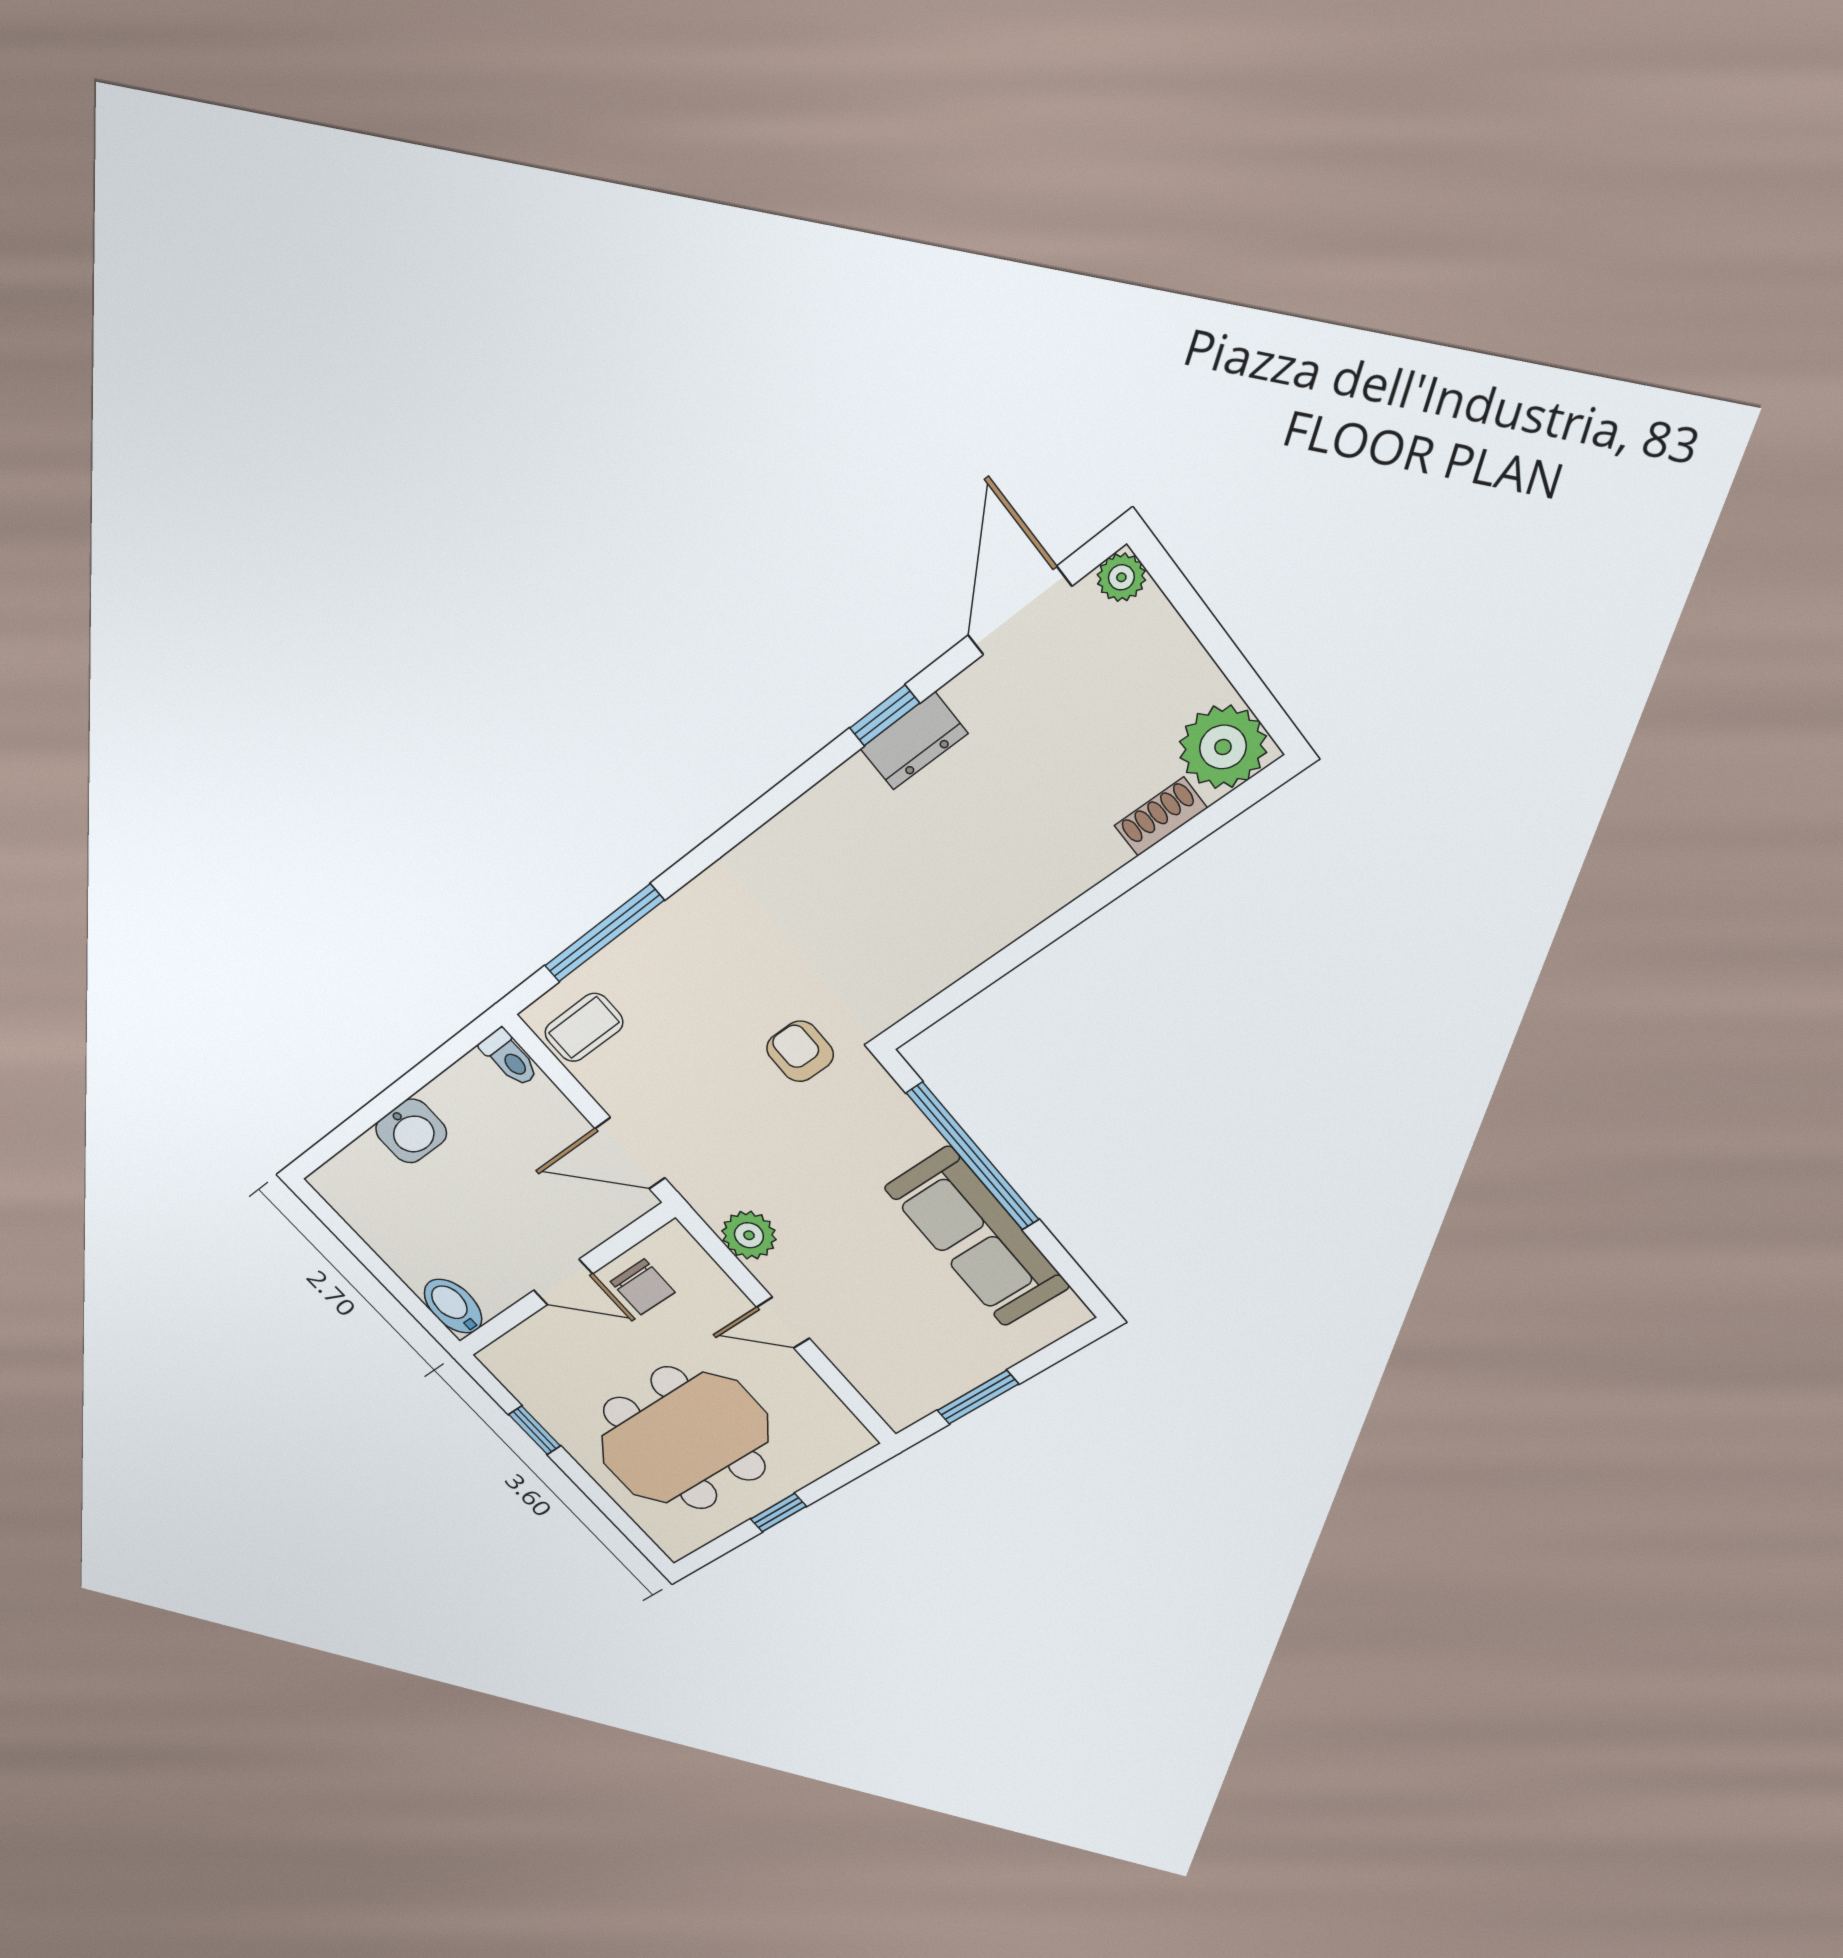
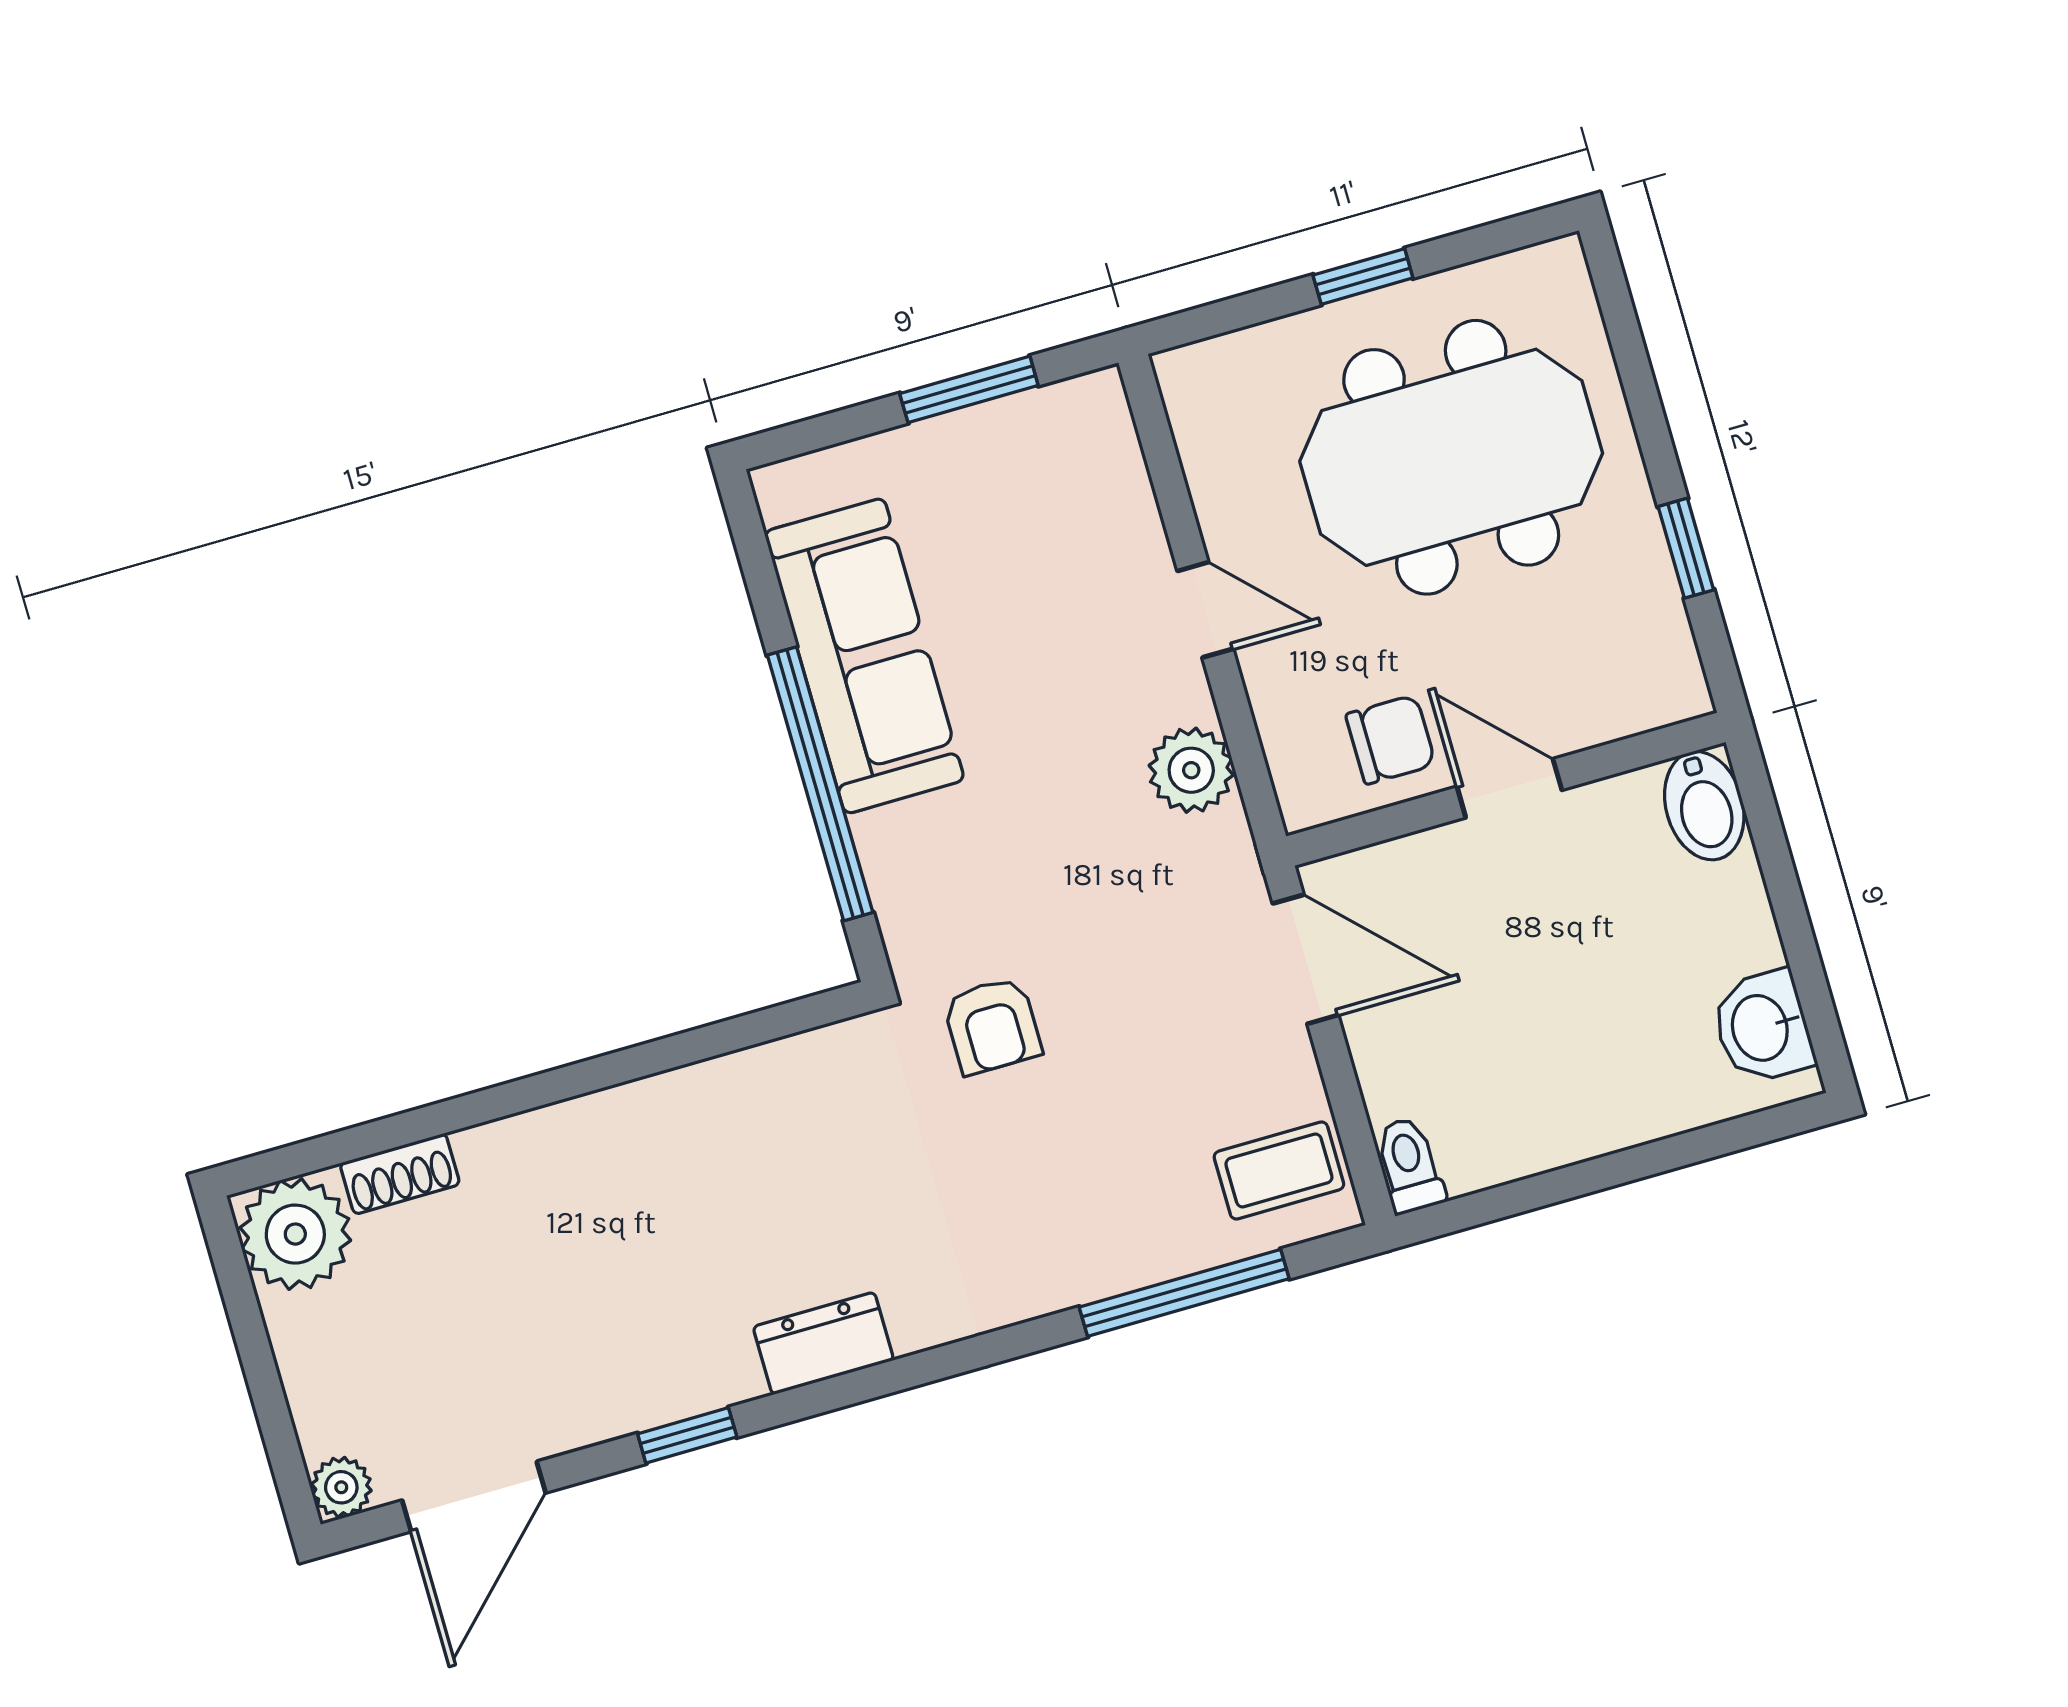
dresser: (914, 741) -> (823, 1343), moved
washbasin: (411, 1131) -> (1762, 1027), moved, turned -90
chair: (643, 1287) -> (1391, 739), turned 90

